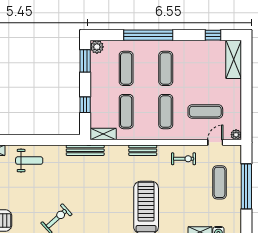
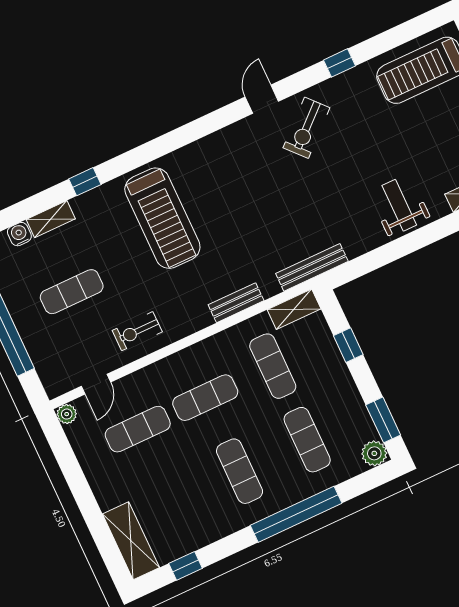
exercise mat: (166, 112) -> (205, 398), turned 90
bench: (143, 150) -> (236, 303), moved
weight bench: (29, 161) -> (399, 205), turned 90
exercise mat: (219, 182) -> (72, 292), moved, turned 90

